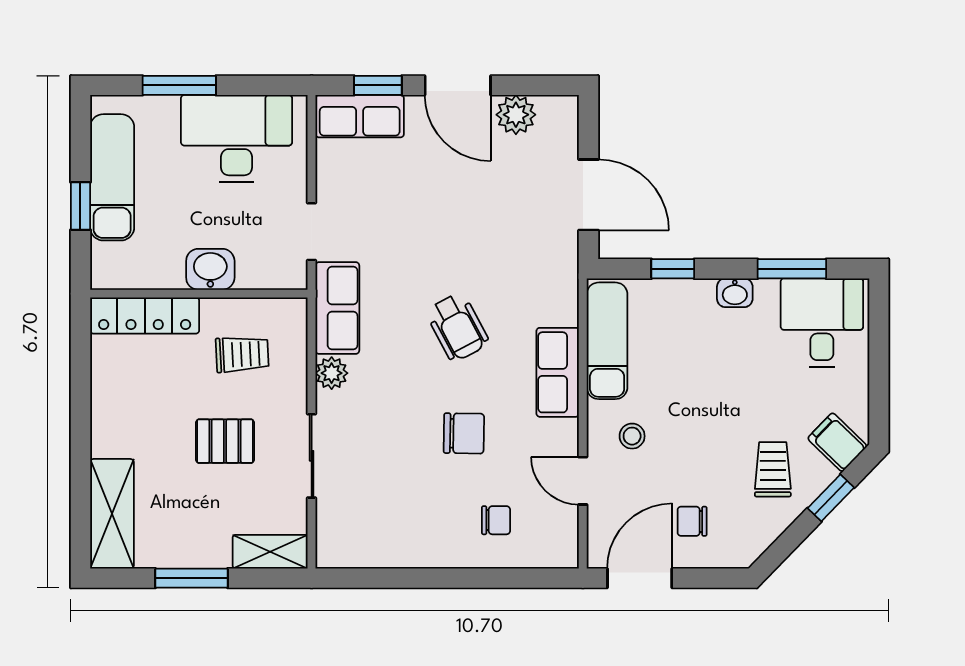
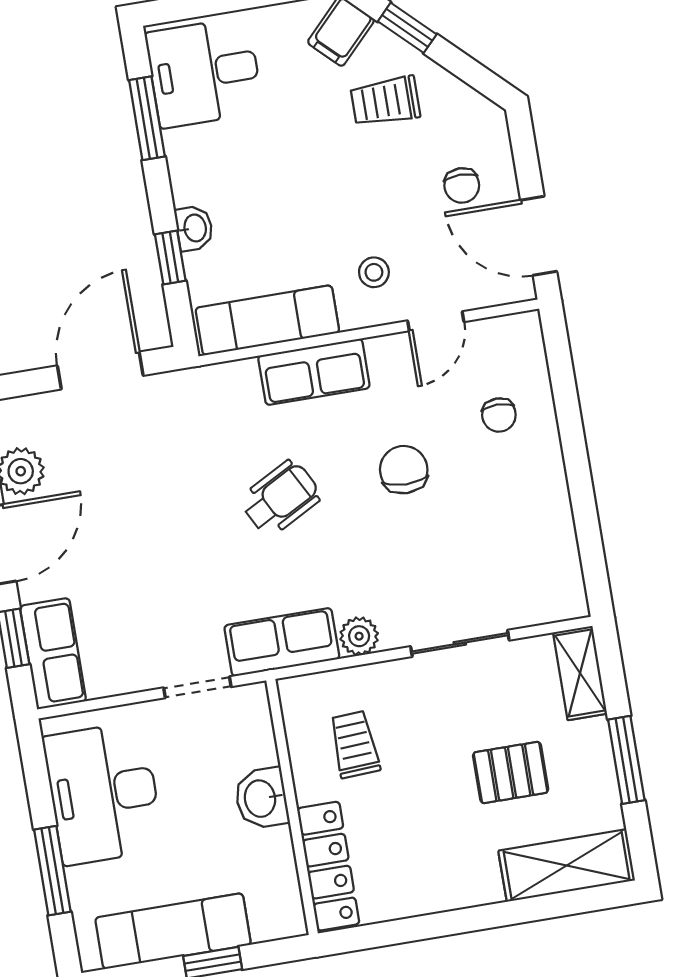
washbasin: (735, 293) -> (194, 228), moved
pallet: (225, 441) -> (511, 773), moved, turned 90
chair: (496, 520) -> (499, 415), turned 180

